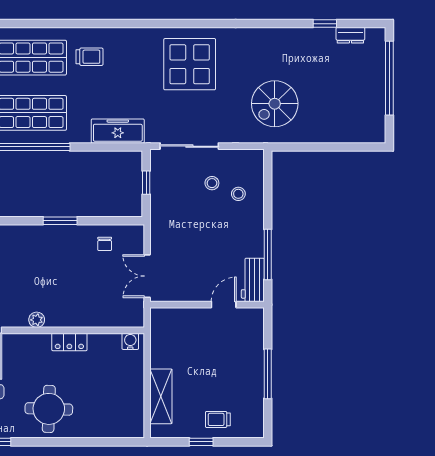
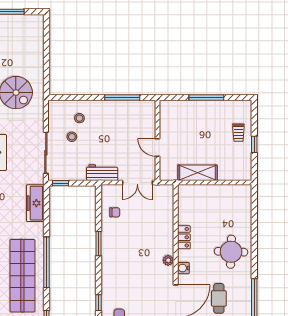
window: (146, 183) -> (60, 183), moved
workbench: (253, 280) -> (102, 173), moved, turned 180
door: (224, 305) -> (157, 147), moved
water cooler: (130, 341) -> (183, 268), moved
shelving: (161, 396) -> (198, 173), moved

